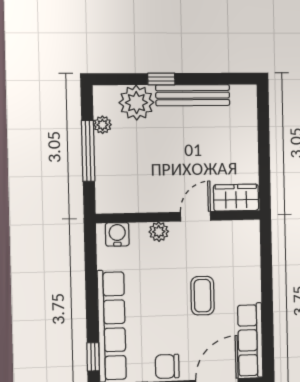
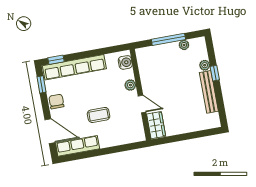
plant: (136, 103) -> (205, 65), width x0.53, depth x0.53

